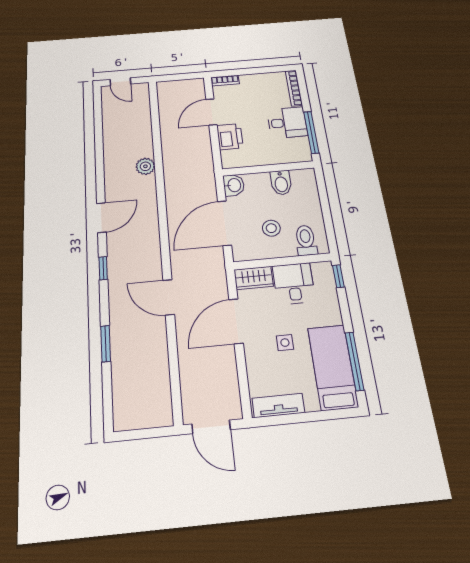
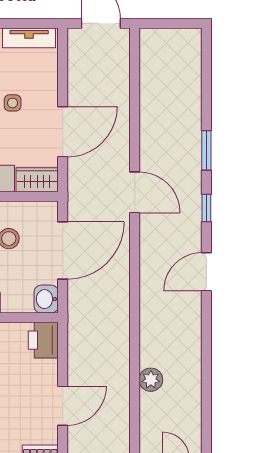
printer: (230, 137) -> (43, 340), moved
plant: (145, 166) -> (151, 380), moved
door: (169, 297) -> (135, 192), moved
window: (106, 344) -> (206, 150), moved

